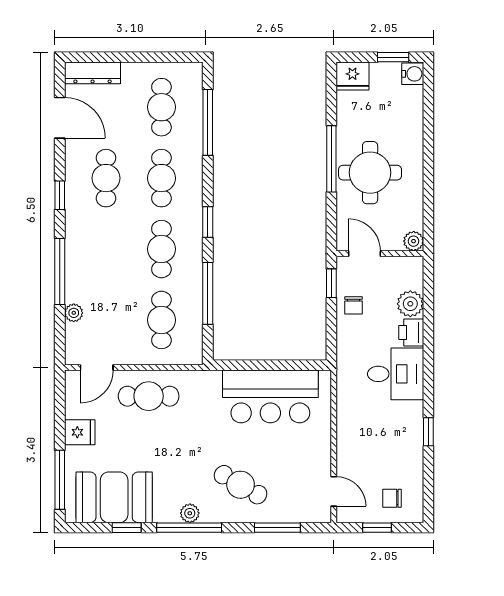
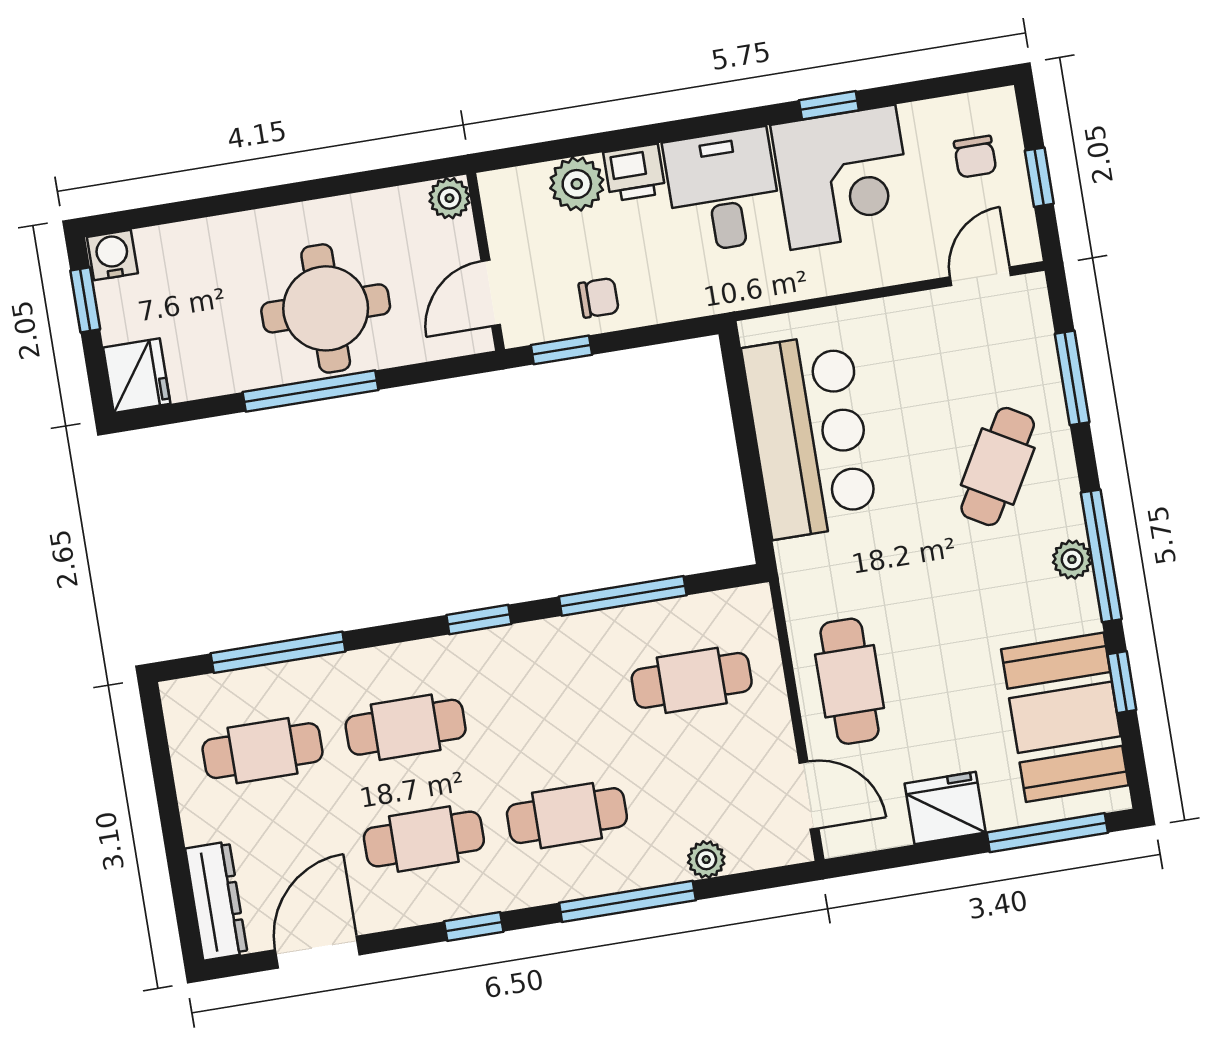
cafe table: (161, 249) -> (567, 816), moved
fridge: (80, 432) -> (945, 808), width x1.38
corner desk: (392, 433) -> (843, 177), added

